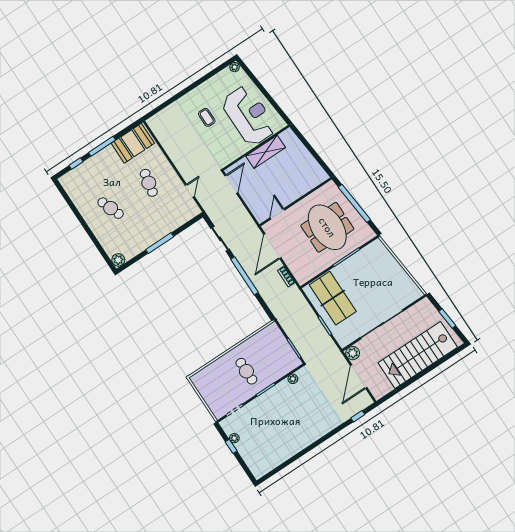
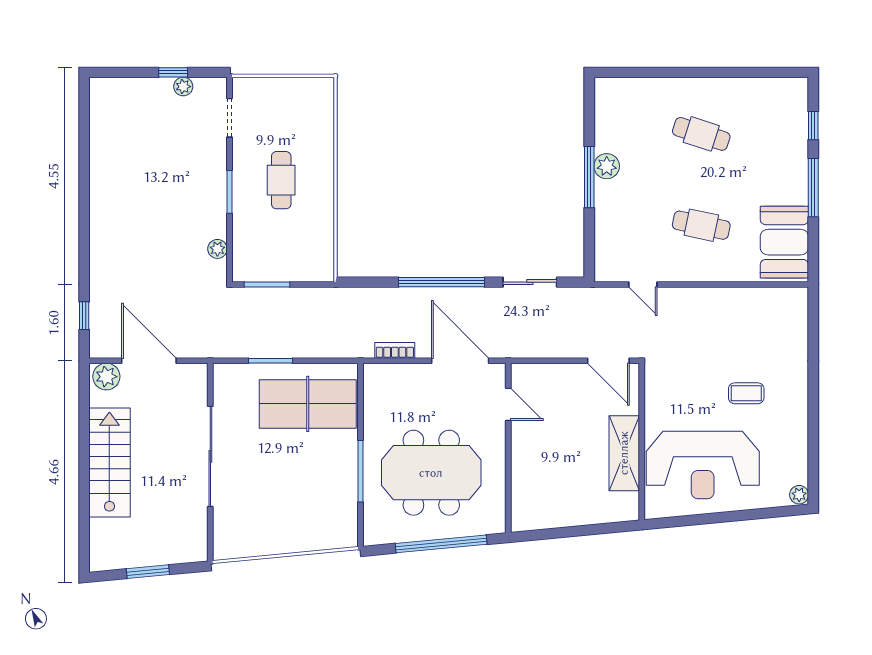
cafe table: (111, 208) -> (701, 134), turned 39
plant: (118, 260) -> (607, 166), moved
plant: (353, 353) -> (106, 377), moved
stairs: (418, 355) -> (109, 462), width x0.73, depth x0.66
cafe table: (246, 371) -> (281, 180), turned 90

